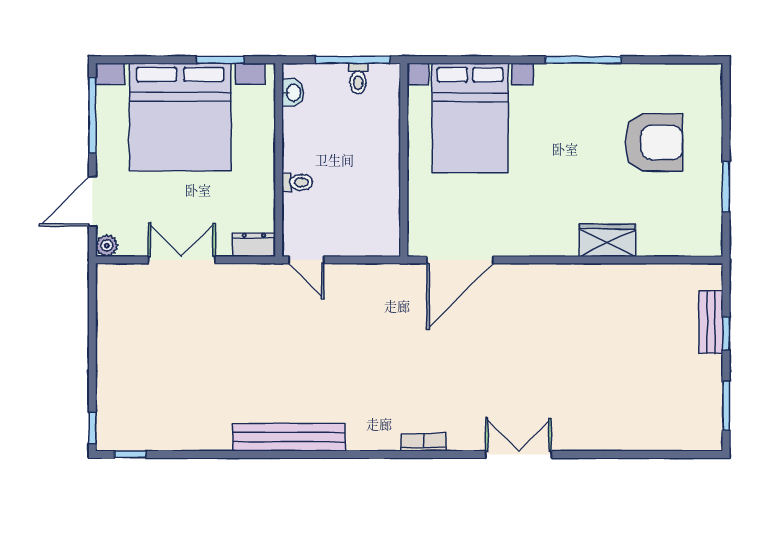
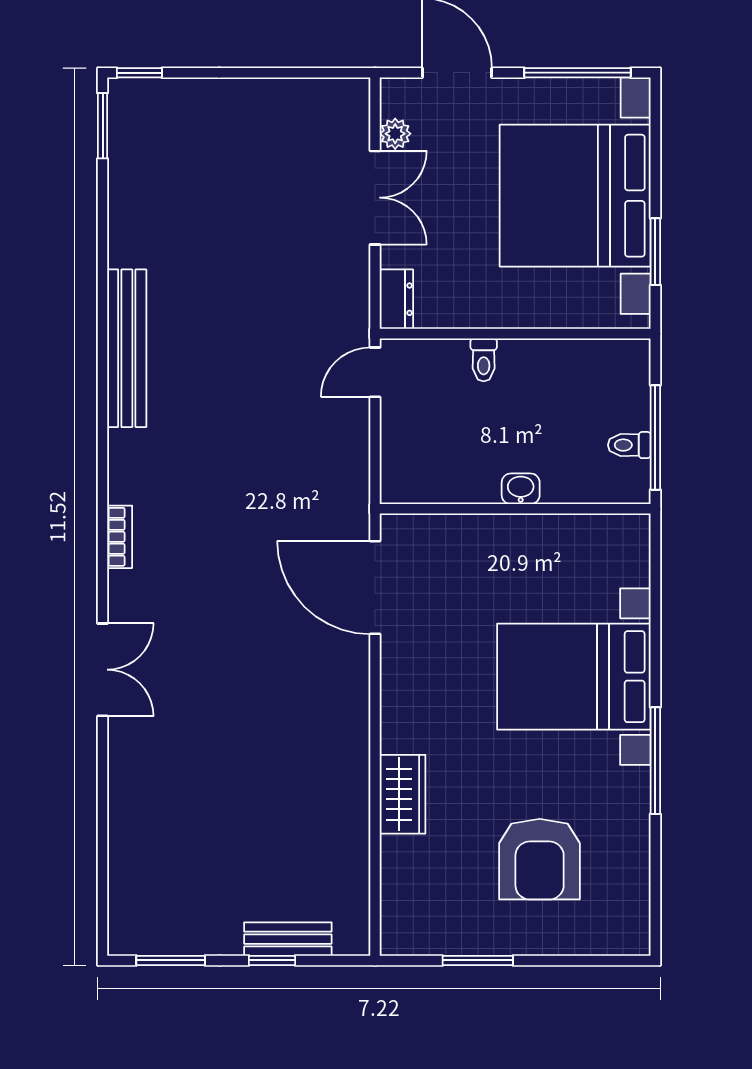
washbasin: (293, 93) -> (521, 489), moved, turned 180
bed with nightstands: (470, 118) -> (574, 677), moved
plant: (107, 246) -> (395, 134), moved
window: (130, 454) -> (103, 126), width x1.50

